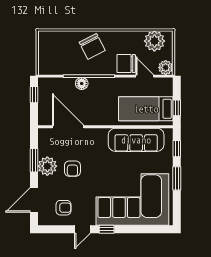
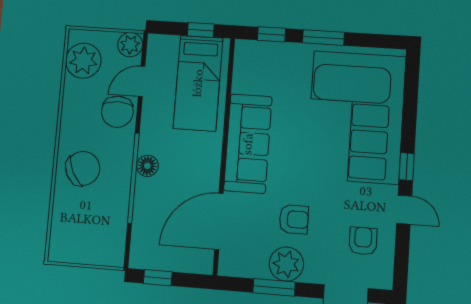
floor lamp: (82, 84) -> (147, 166), moved
sofa: (136, 140) -> (248, 144), moved

